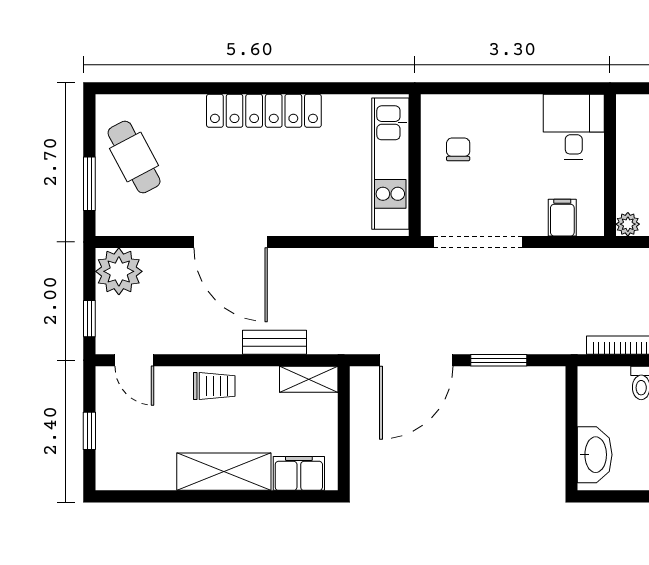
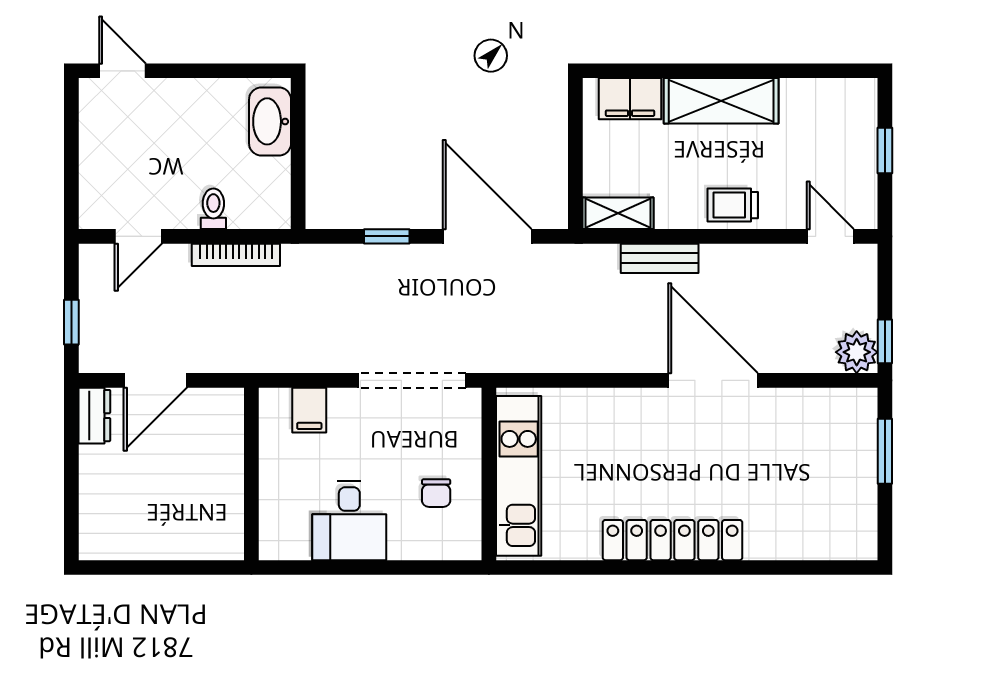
desk: (574, 127) -> (349, 521), moved
cafe table: (134, 157) -> (831, 484), removed
plant: (628, 224) -> (230, 402), removed
plant: (119, 271) -> (857, 352), width x0.73, depth x0.73
window: (89, 319) -> (885, 341), moved
door: (416, 360) -> (487, 236), hinge flipped
window: (499, 360) -> (387, 236), width x0.67

